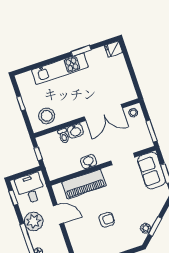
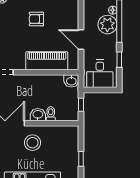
stool: (47, 116) -> (33, 143), moved
washbasin: (89, 162) -> (71, 81), moved
window: (13, 198) -> (119, 60), moved
plant: (33, 221) -> (107, 25), moved

